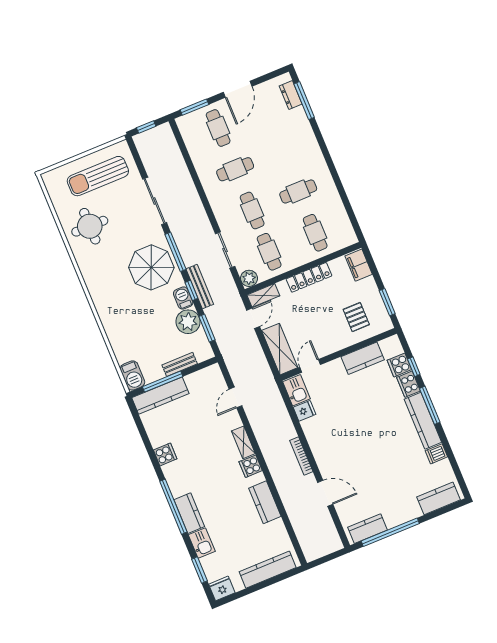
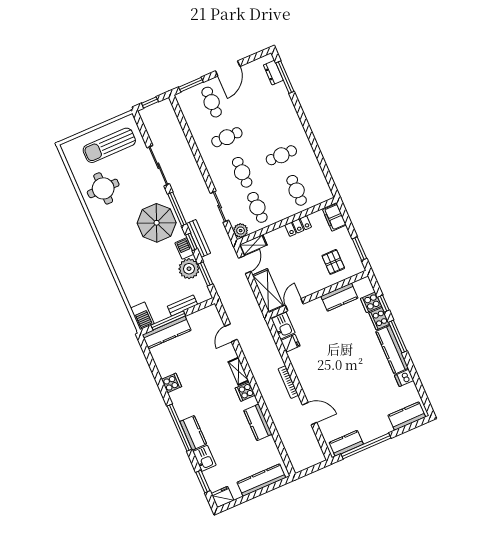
locker: (309, 277) -> (298, 226), width x0.66

